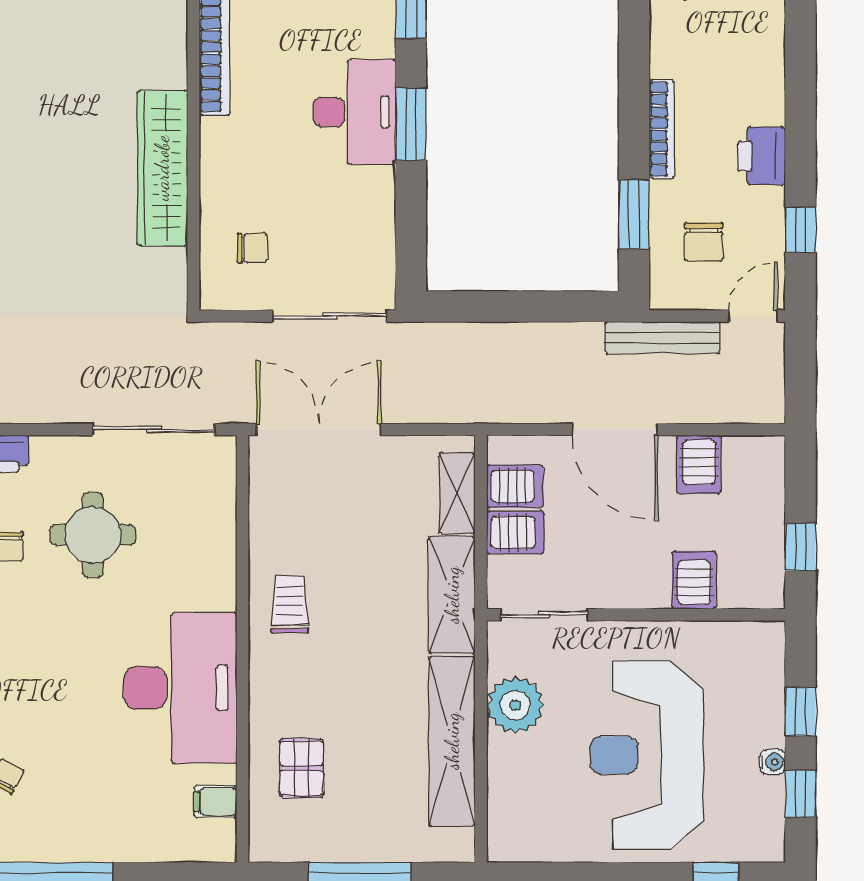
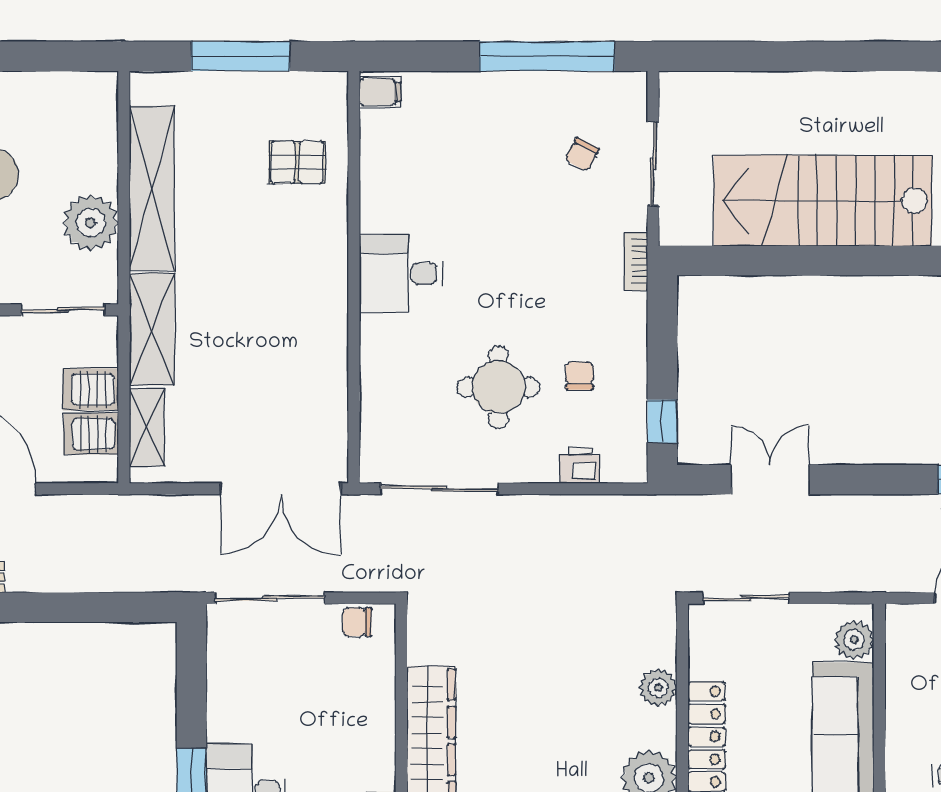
chair: (252, 248) -> (357, 622), moved
trolley: (290, 605) -> (308, 320), removed
desk: (180, 688) -> (401, 273), width x0.53, depth x0.77
pallet: (301, 768) -> (297, 162), turned 90
filing cabinet: (215, 802) -> (380, 92), moved

